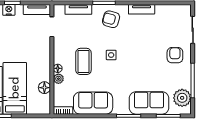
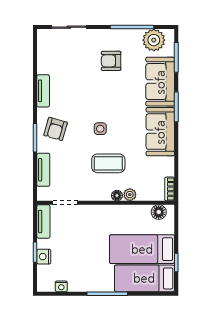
armchair: (175, 55) -> (111, 61), moved
floor lamp: (44, 88) -> (159, 212), moved
sofa: (93, 103) -> (160, 132), moved

